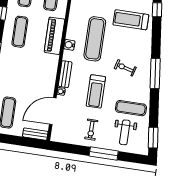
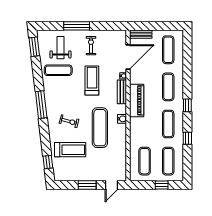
piano: (54, 36) -> (137, 100), moved
exercise bike: (125, 68) -> (69, 121), moved
exercise mat: (14, 72) -> (168, 87), added

